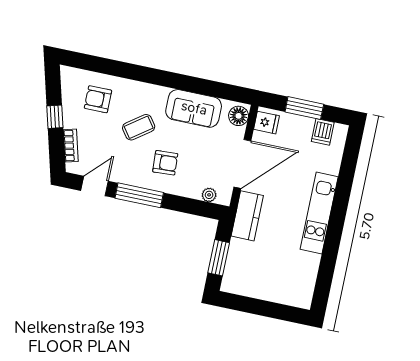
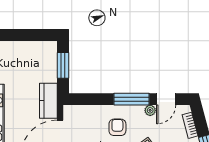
armchair: (165, 163) -> (117, 127), turned 93
plant: (209, 195) -> (150, 110), moved

